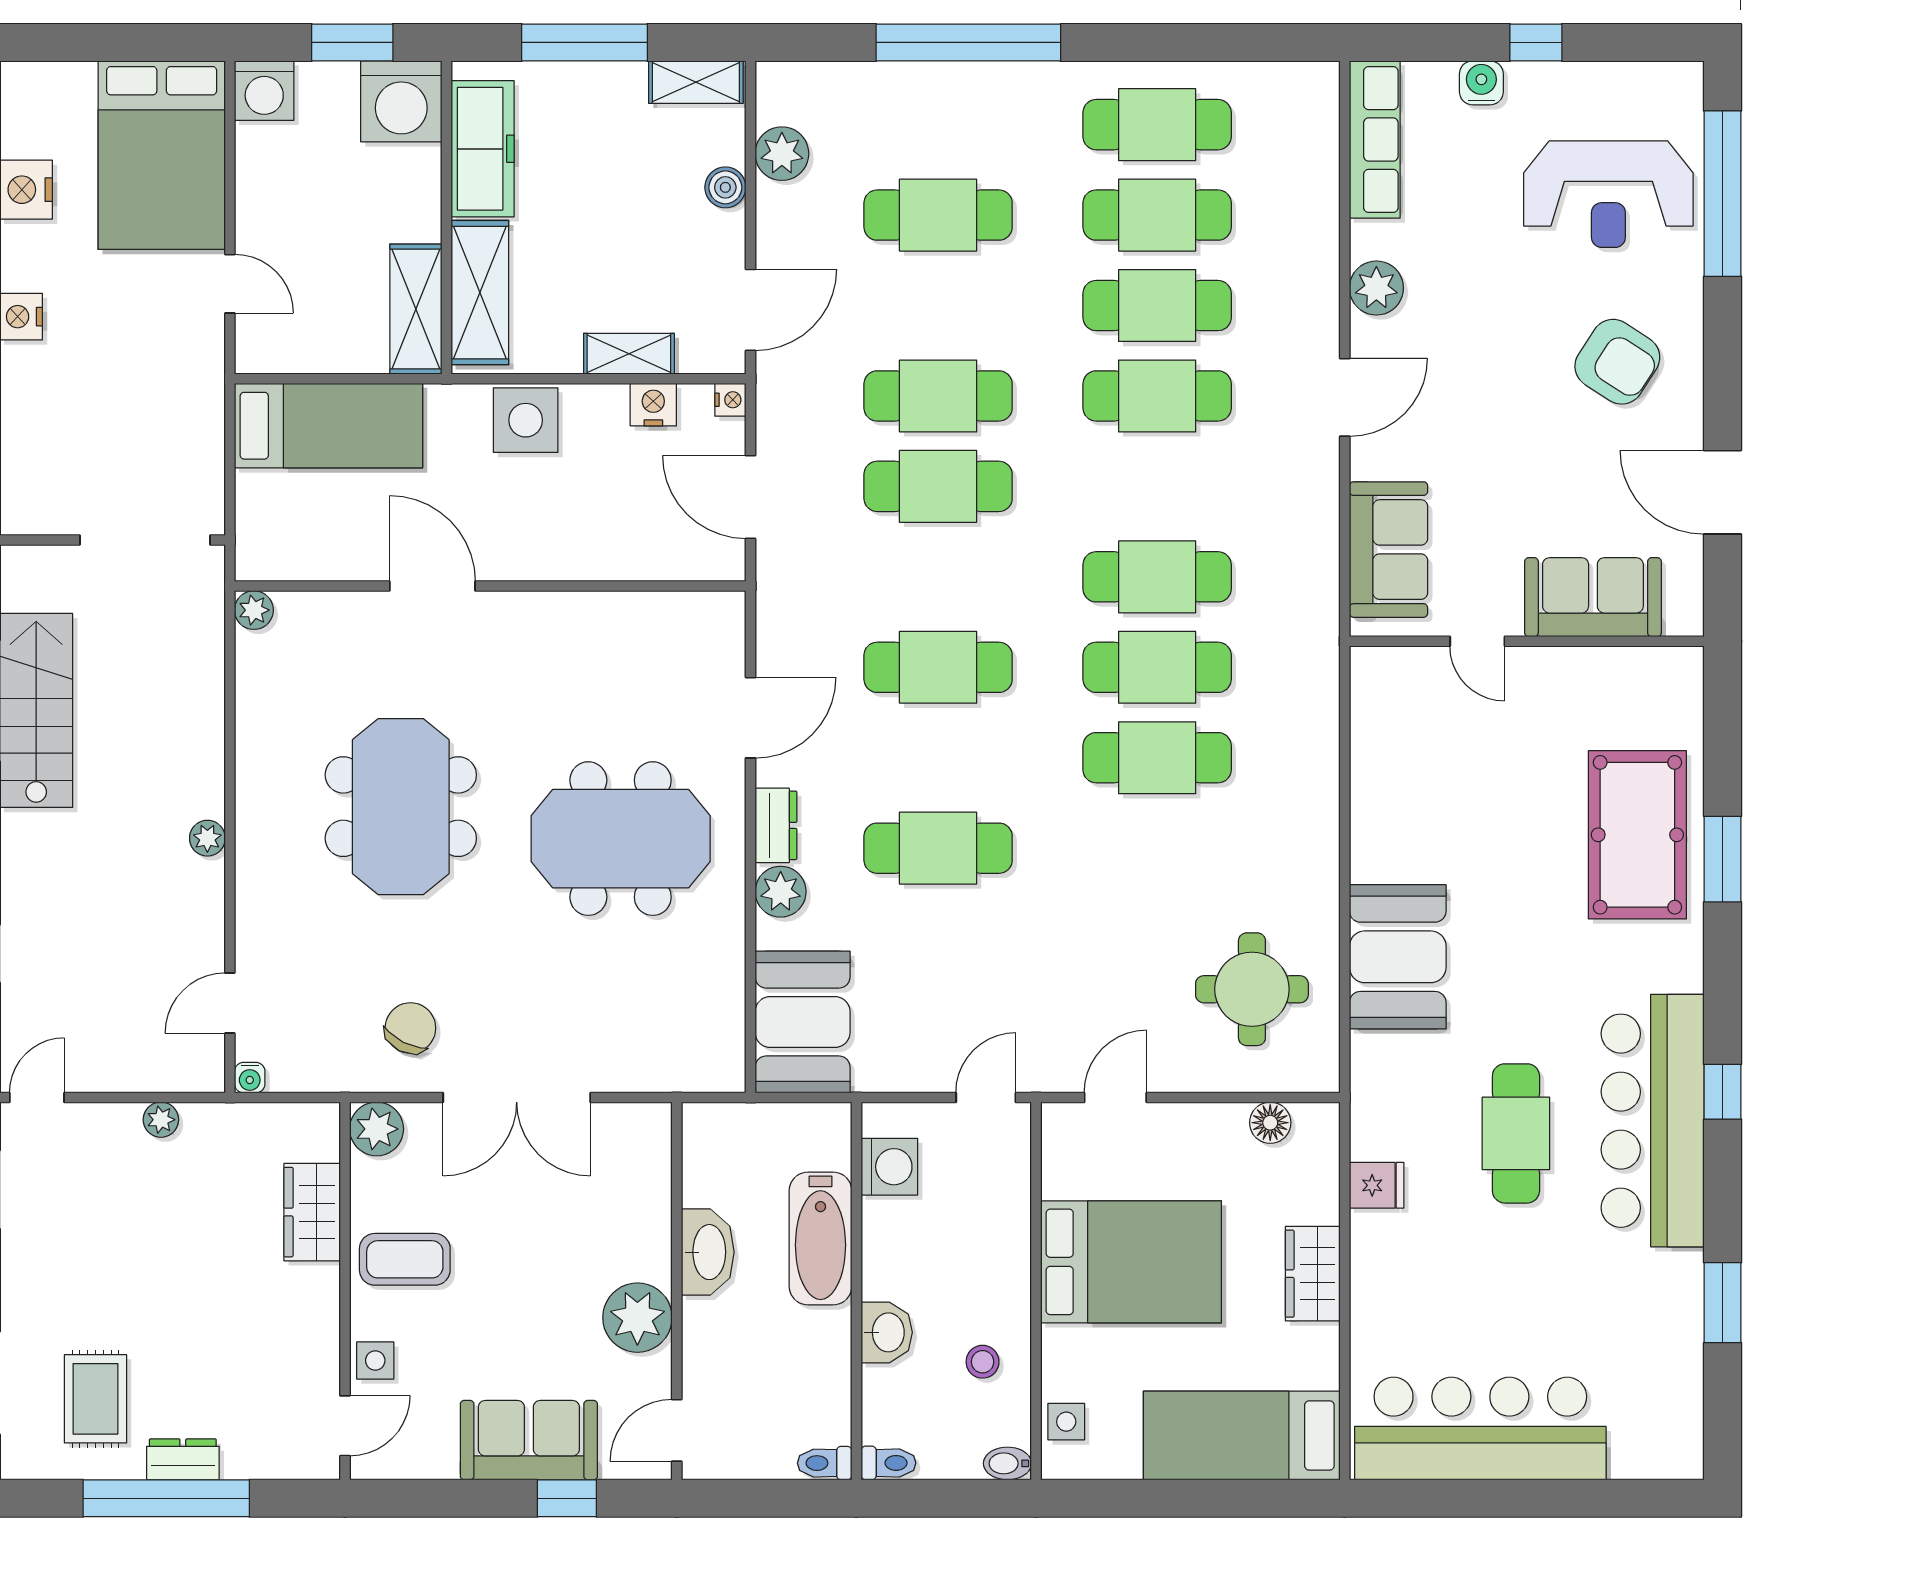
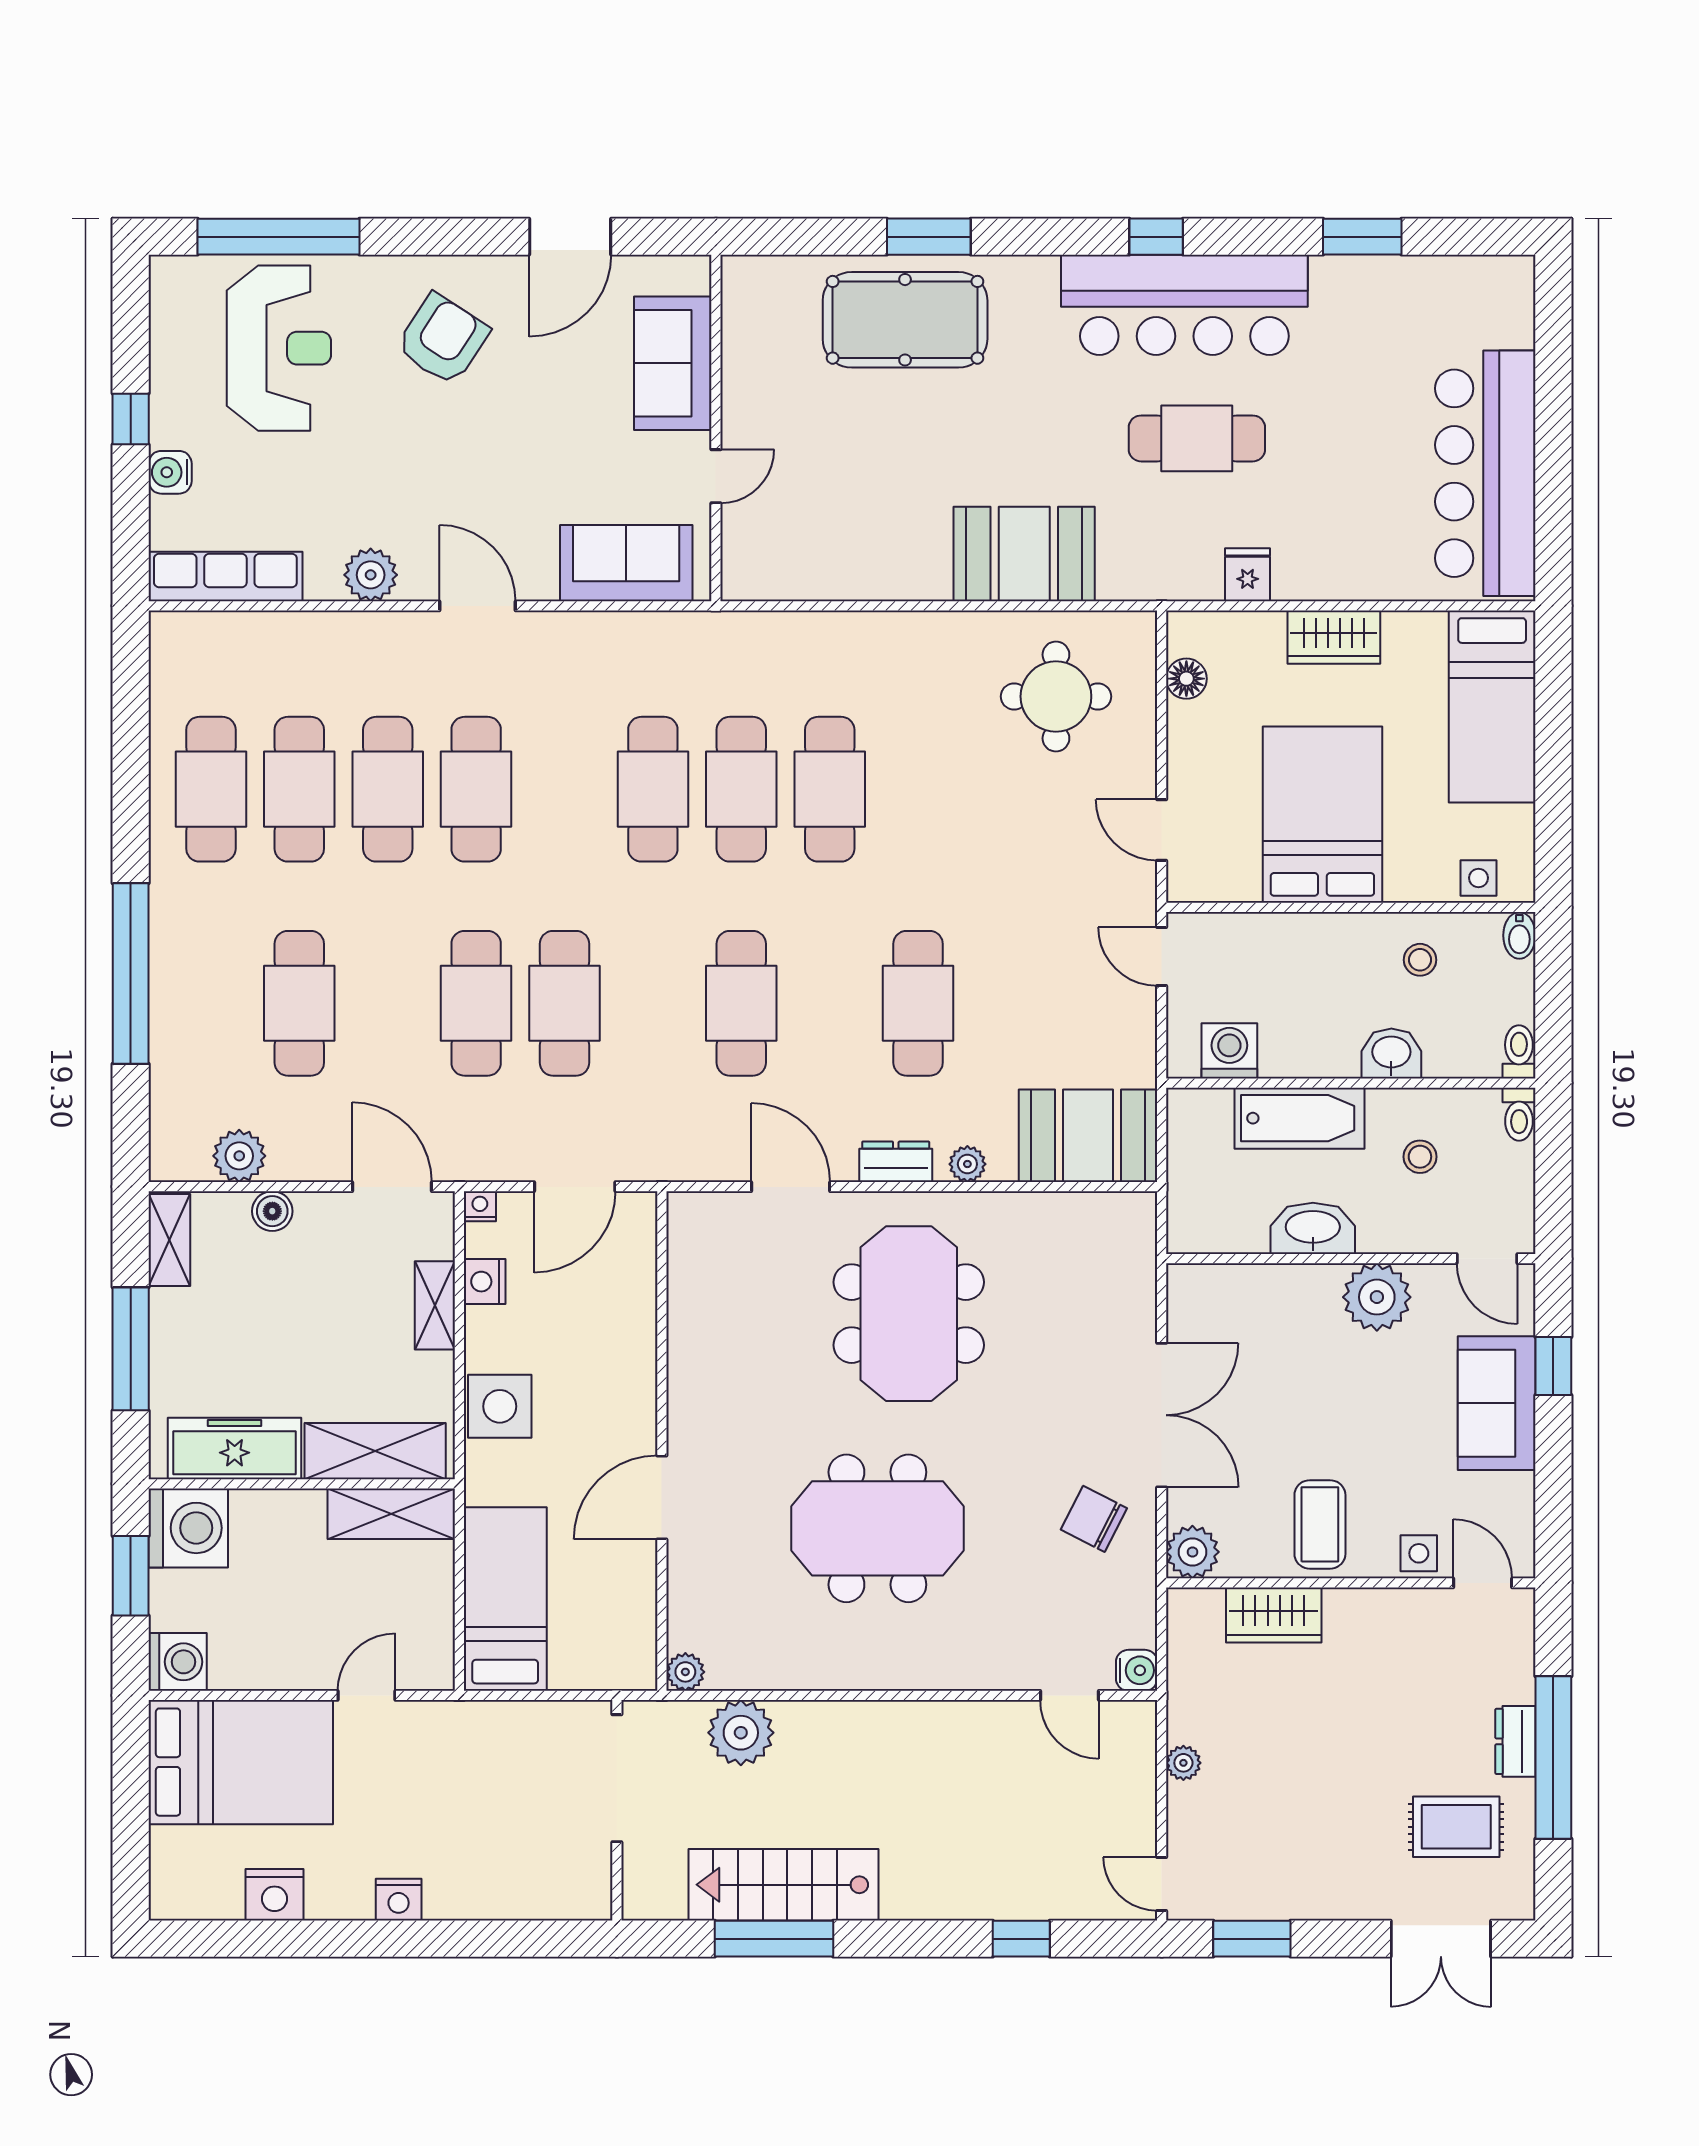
plant: (207, 838) -> (741, 1733), moved, width x1.88, depth x1.88
plant: (781, 892) -> (967, 1164), width x0.73, depth x0.73
water cooler: (250, 1078) -> (1137, 1670), width x1.38, depth x1.38
stool: (781, 1362) -> (1420, 1157), added

